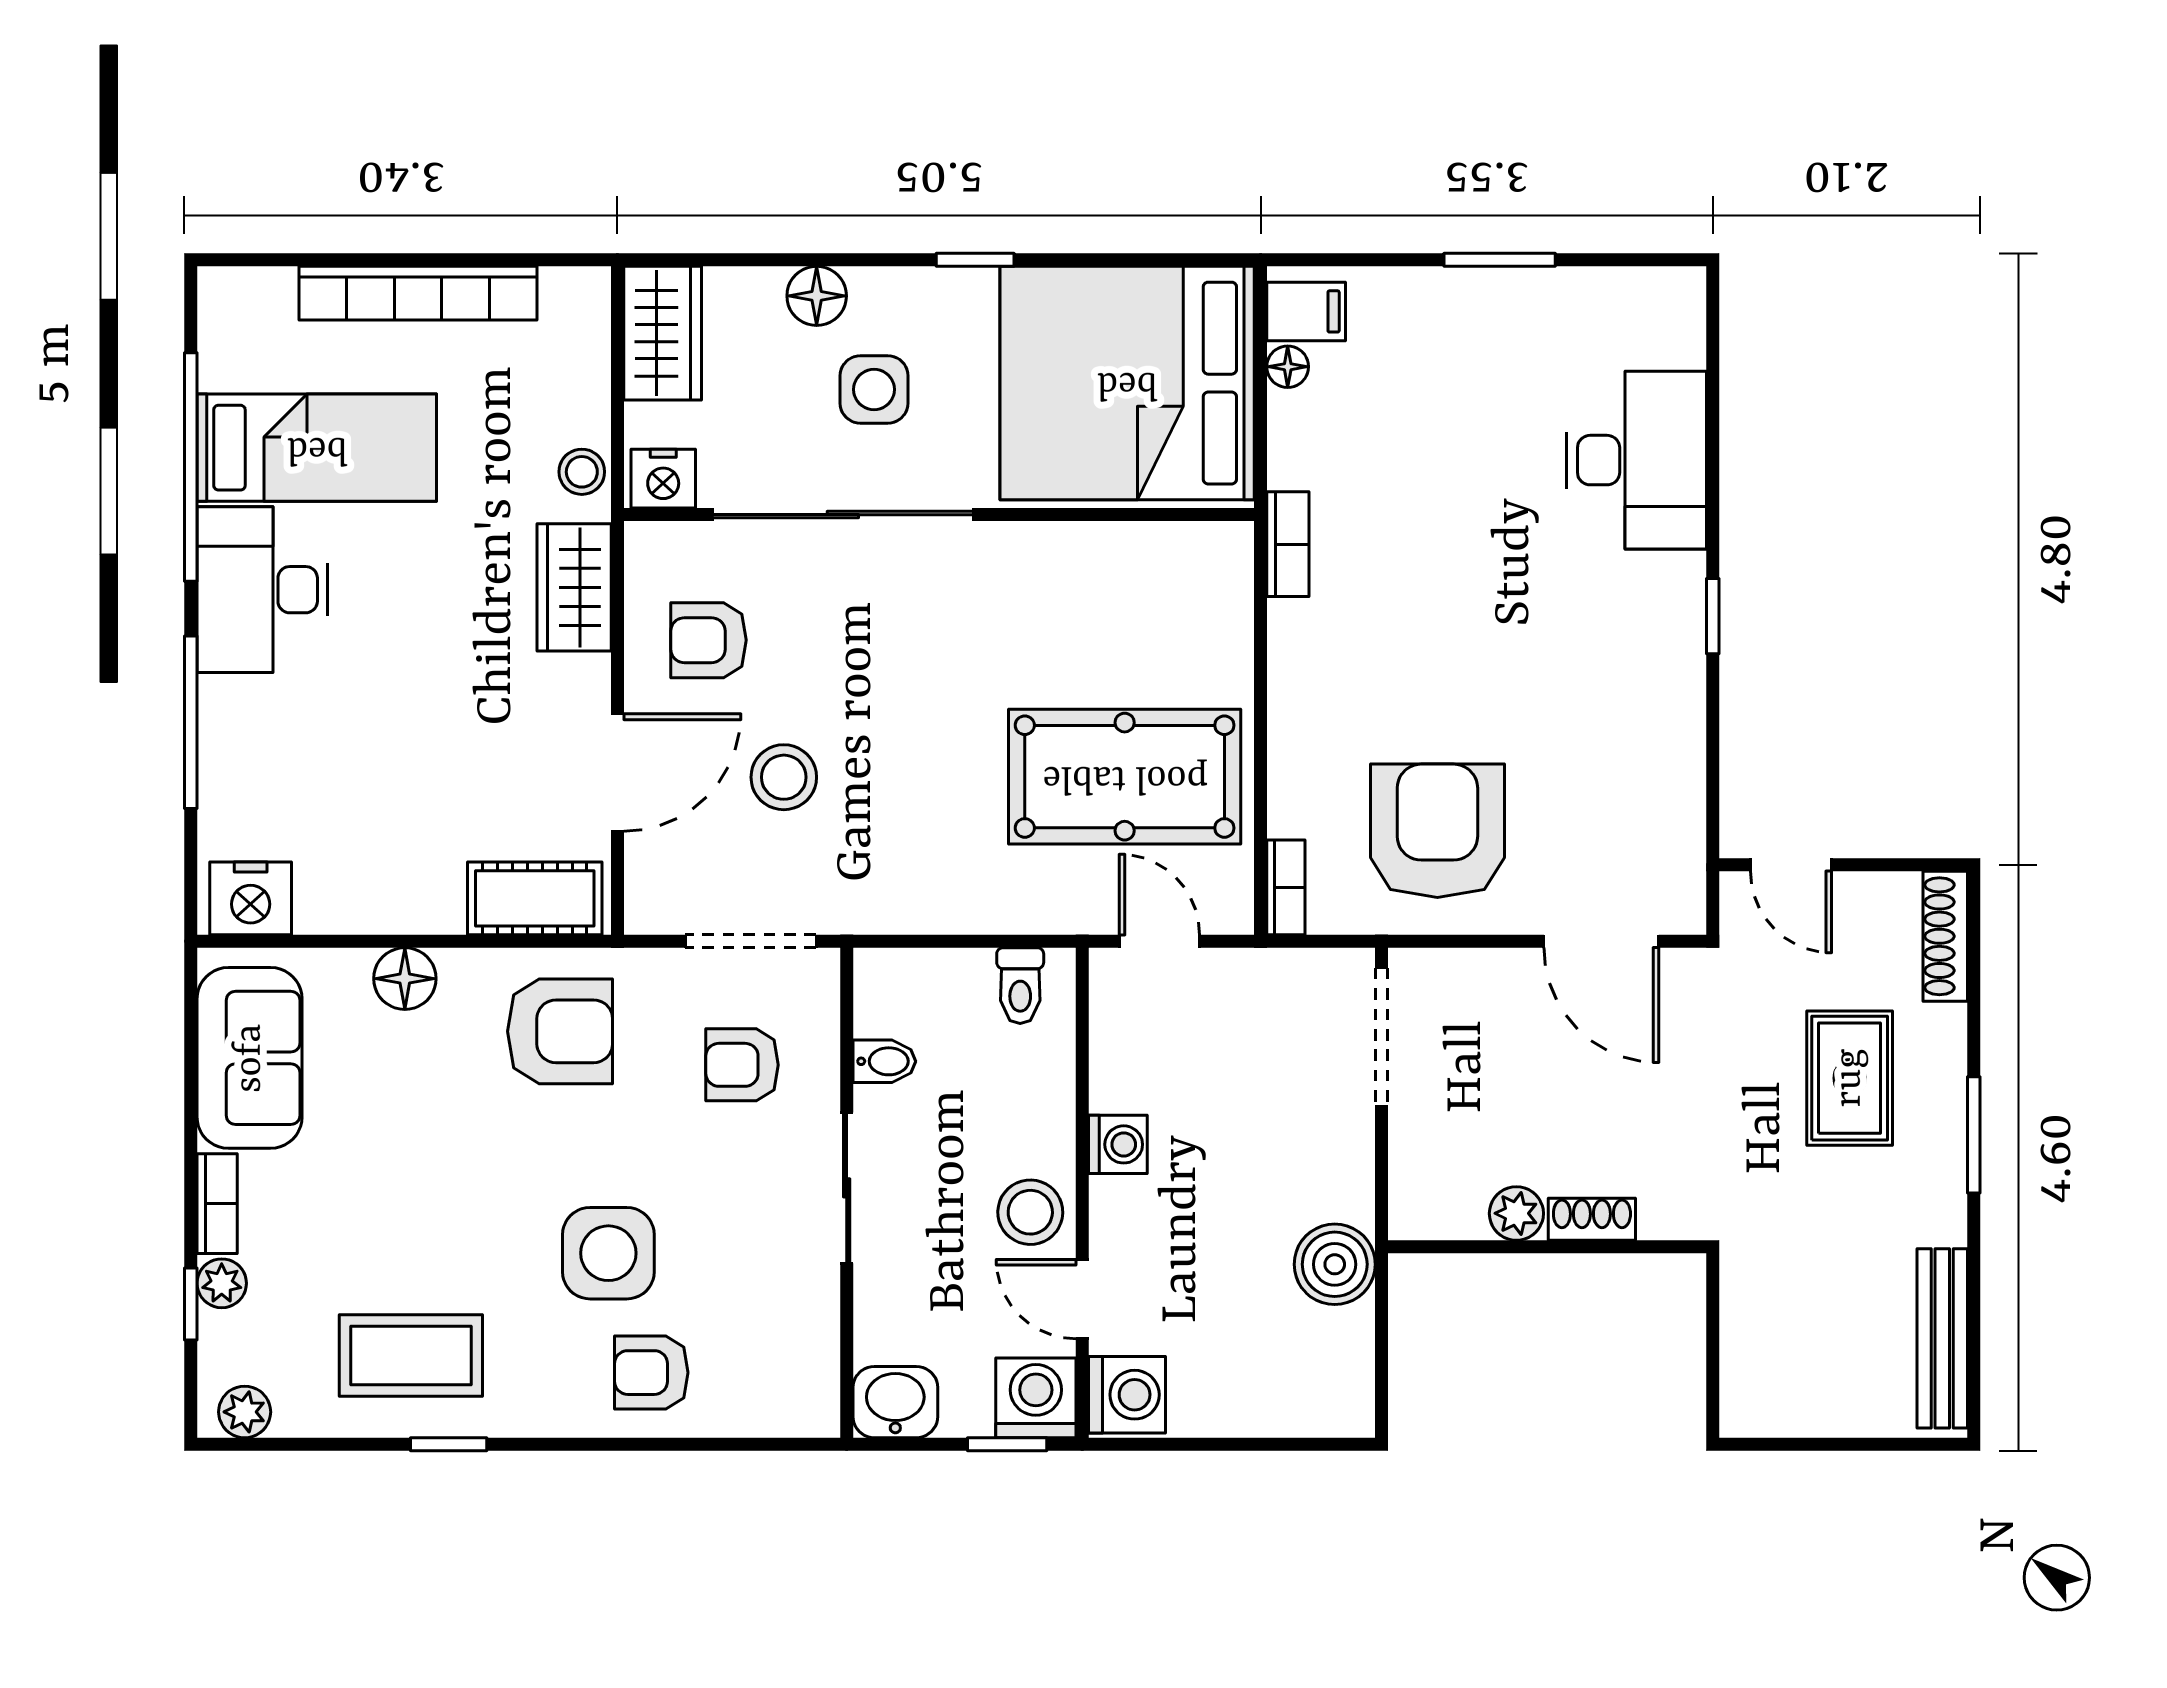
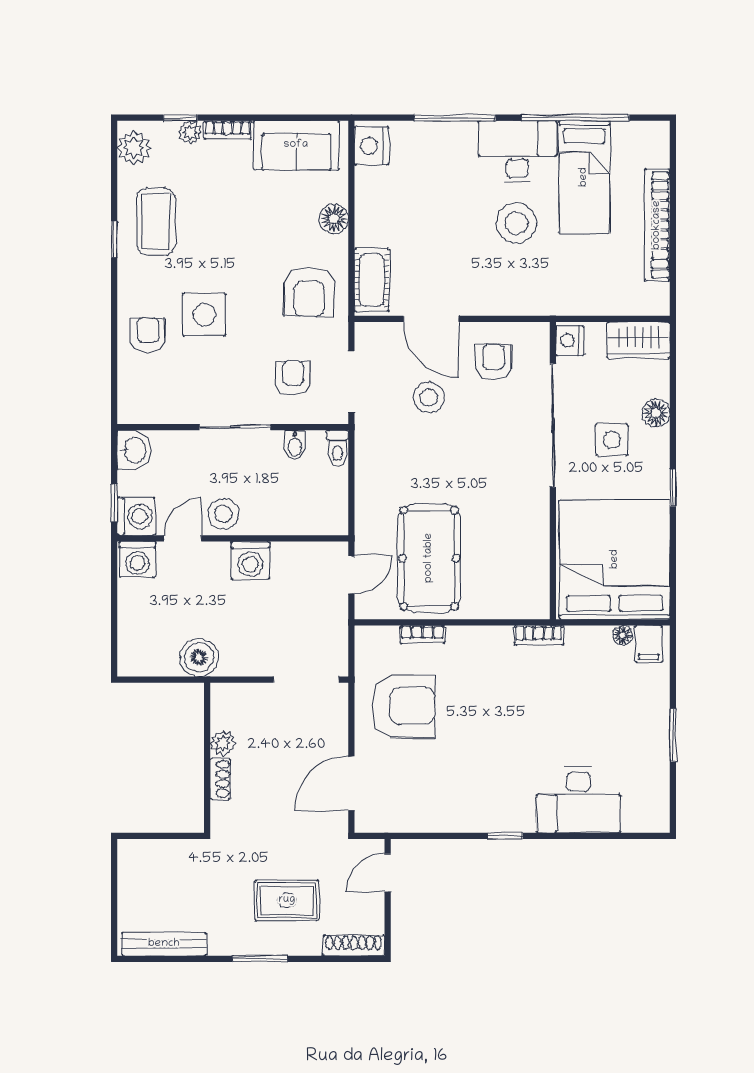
stool: (582, 472) -> (516, 223), moved, width x1.89, depth x1.89
wardrobe: (574, 587) -> (518, 299), removed
bookcase: (1286, 887) -> (422, 634), moved
toilet: (1020, 986) -> (337, 448), moved, turned -90
washing machine: (1118, 1144) -> (250, 560), width x1.38, depth x1.38
plant: (245, 1412) -> (134, 148), width x1.38, depth x1.38

